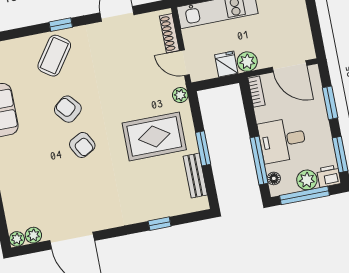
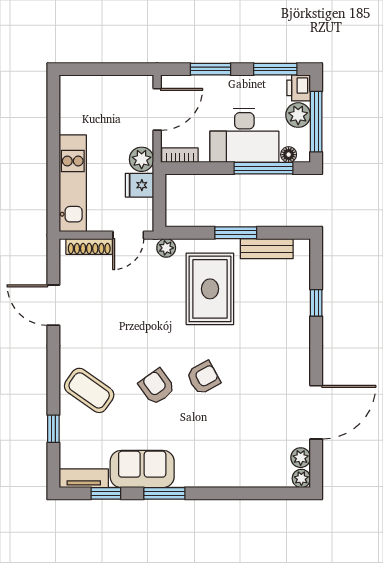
window: (61, 25) -> (53, 429), moved
armchair: (68, 109) -> (157, 387), turned 94
desk: (282, 140) -> (244, 135), width x1.37

